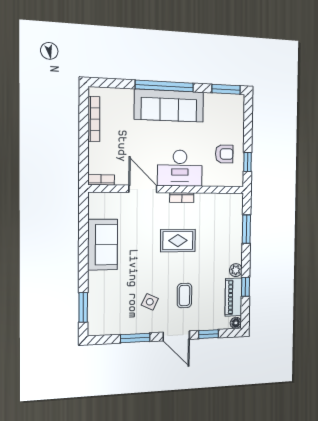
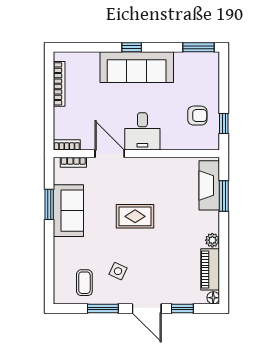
window: (165, 86) -> (132, 47), width x0.32
desk: (180, 168) -> (142, 131), width x0.73
bookcase: (182, 198) -> (73, 162), moved
fireplace: (234, 220) -> (209, 185), added
rug: (178, 241) -> (135, 216), moved
window: (246, 287) -> (224, 259), removed
coffee table: (184, 295) -> (84, 283), moved
window: (83, 307) -> (49, 204), moved

